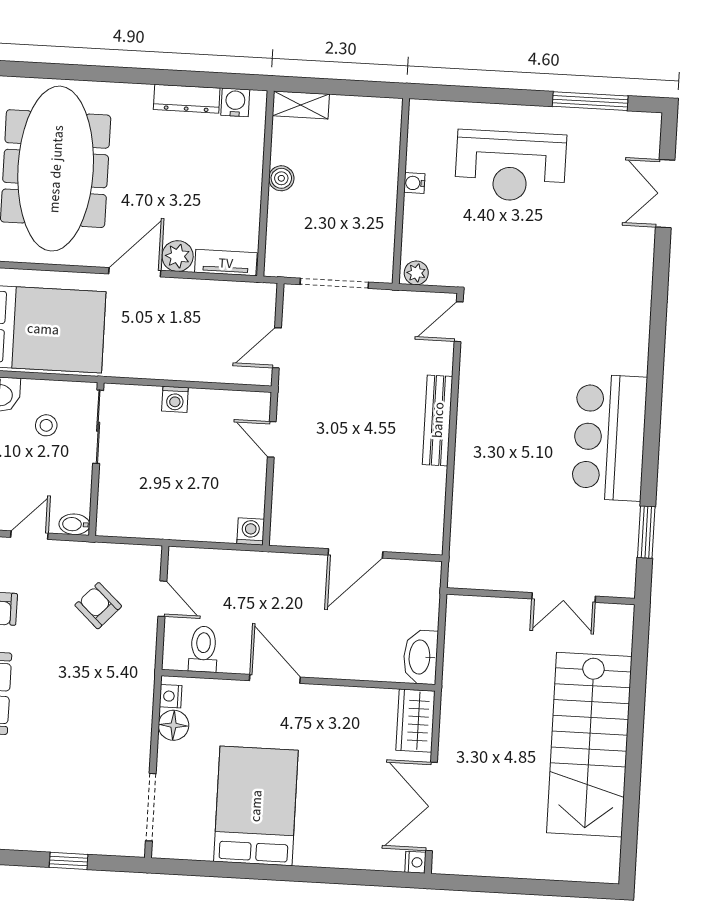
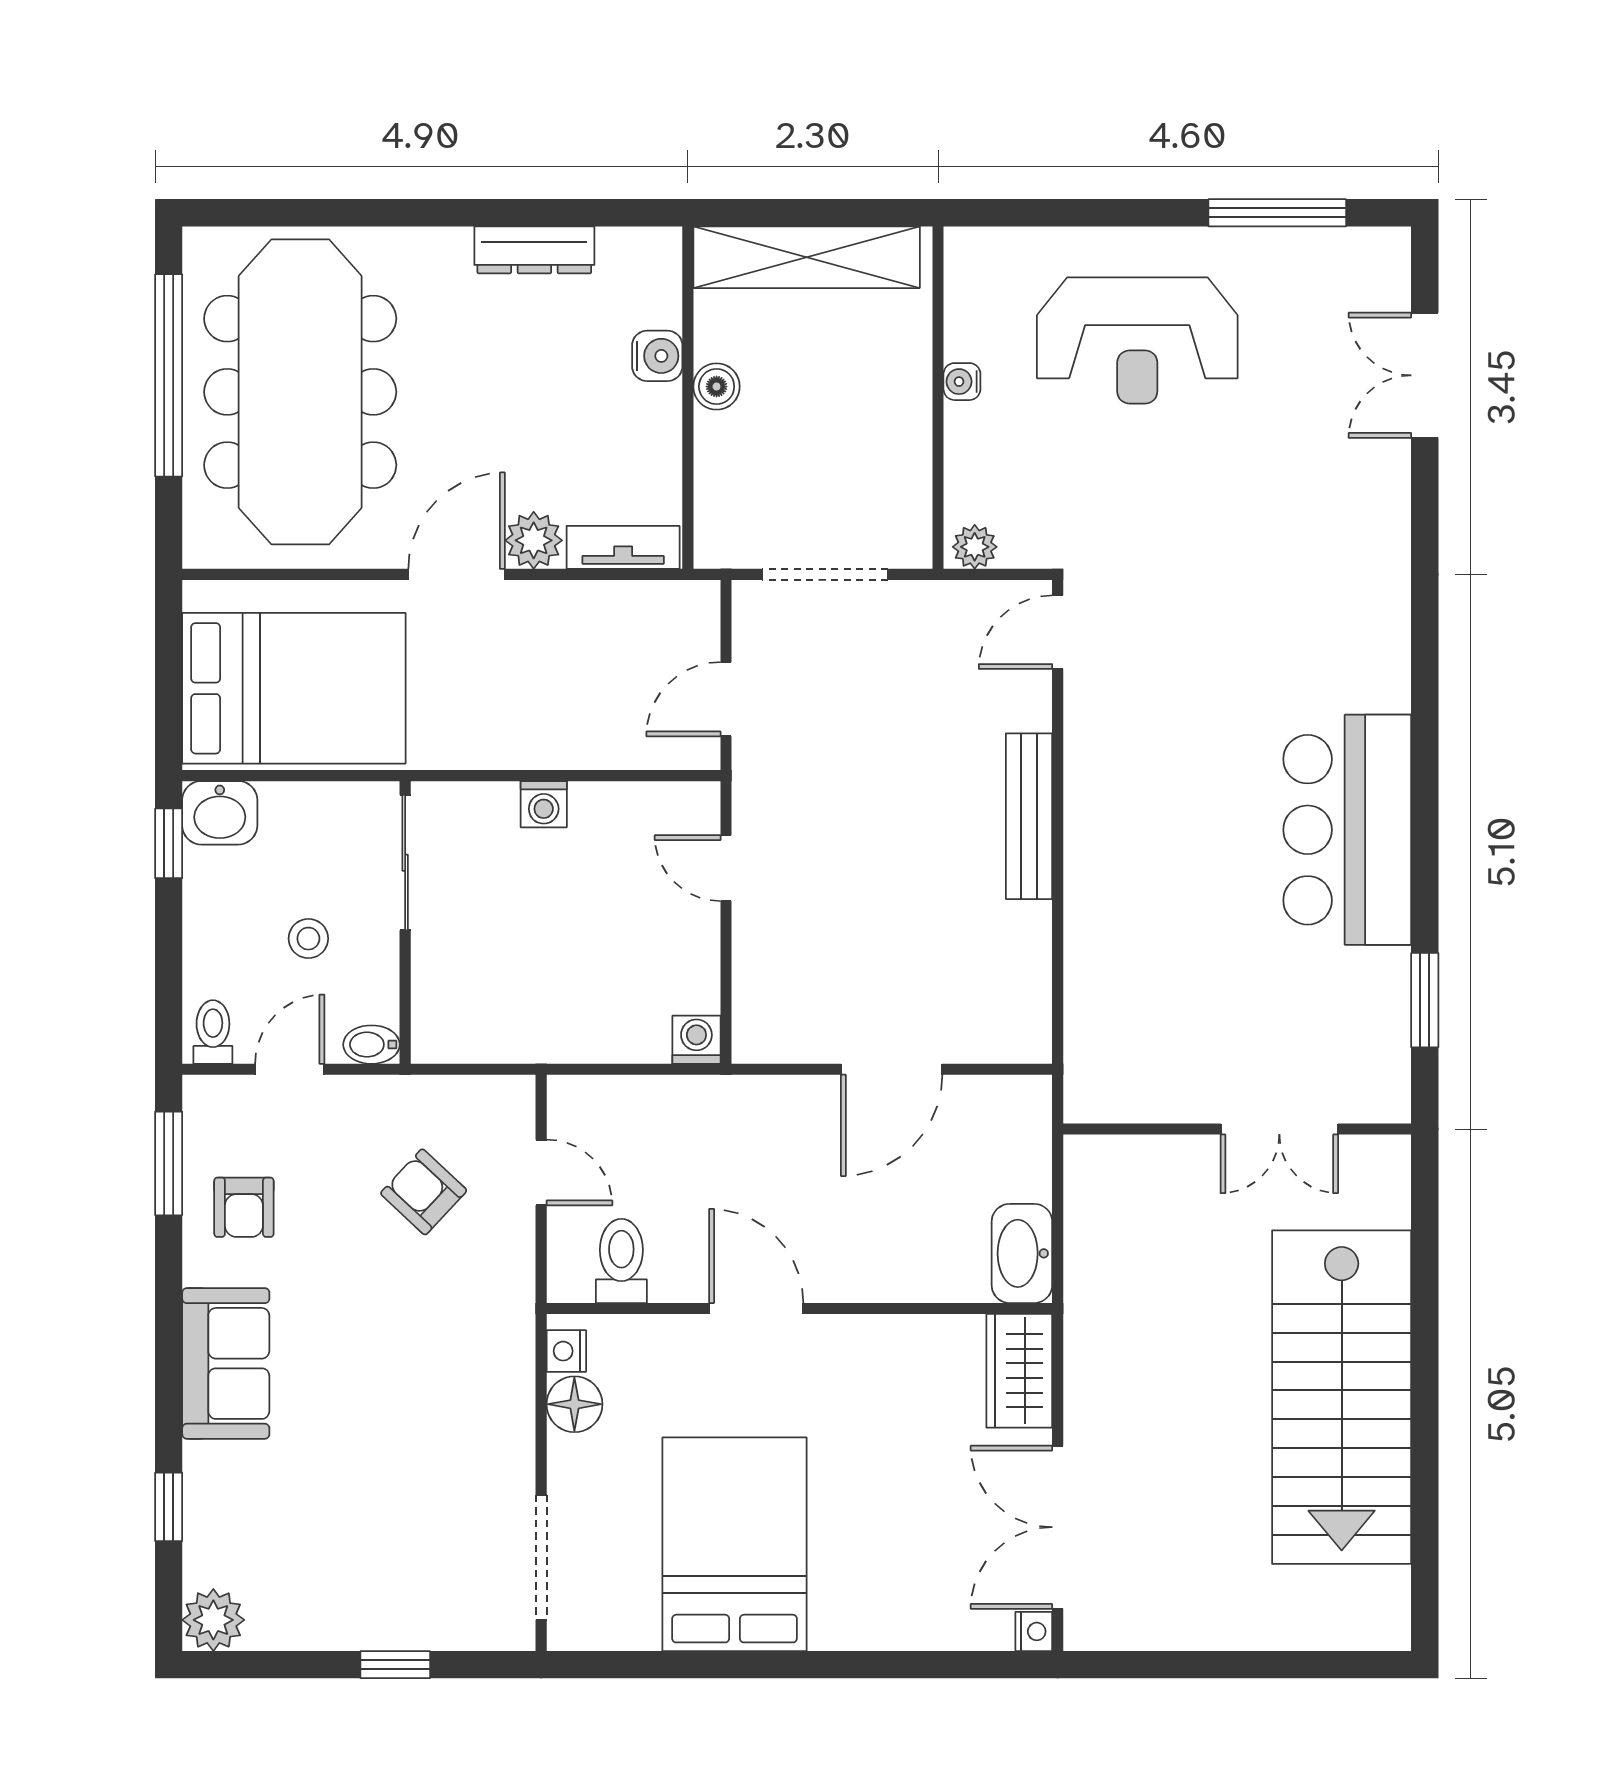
water cooler: (235, 102) -> (657, 356), moved, turned 90
shelving: (301, 105) -> (807, 257), width x2.20, depth x1.33
stool: (46, 425) -> (308, 939), moved

